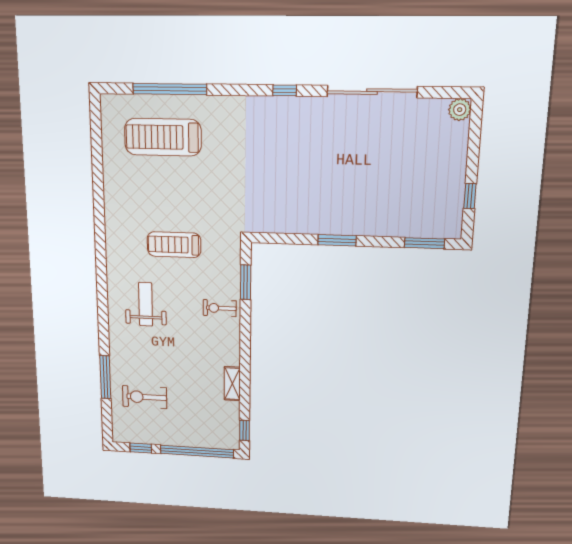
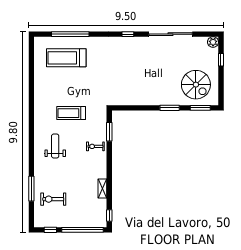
window: (470, 196) -> (221, 60), moved
spiral stairs: (419, 197) -> (196, 85), added
window: (337, 240) -> (170, 108), moved

